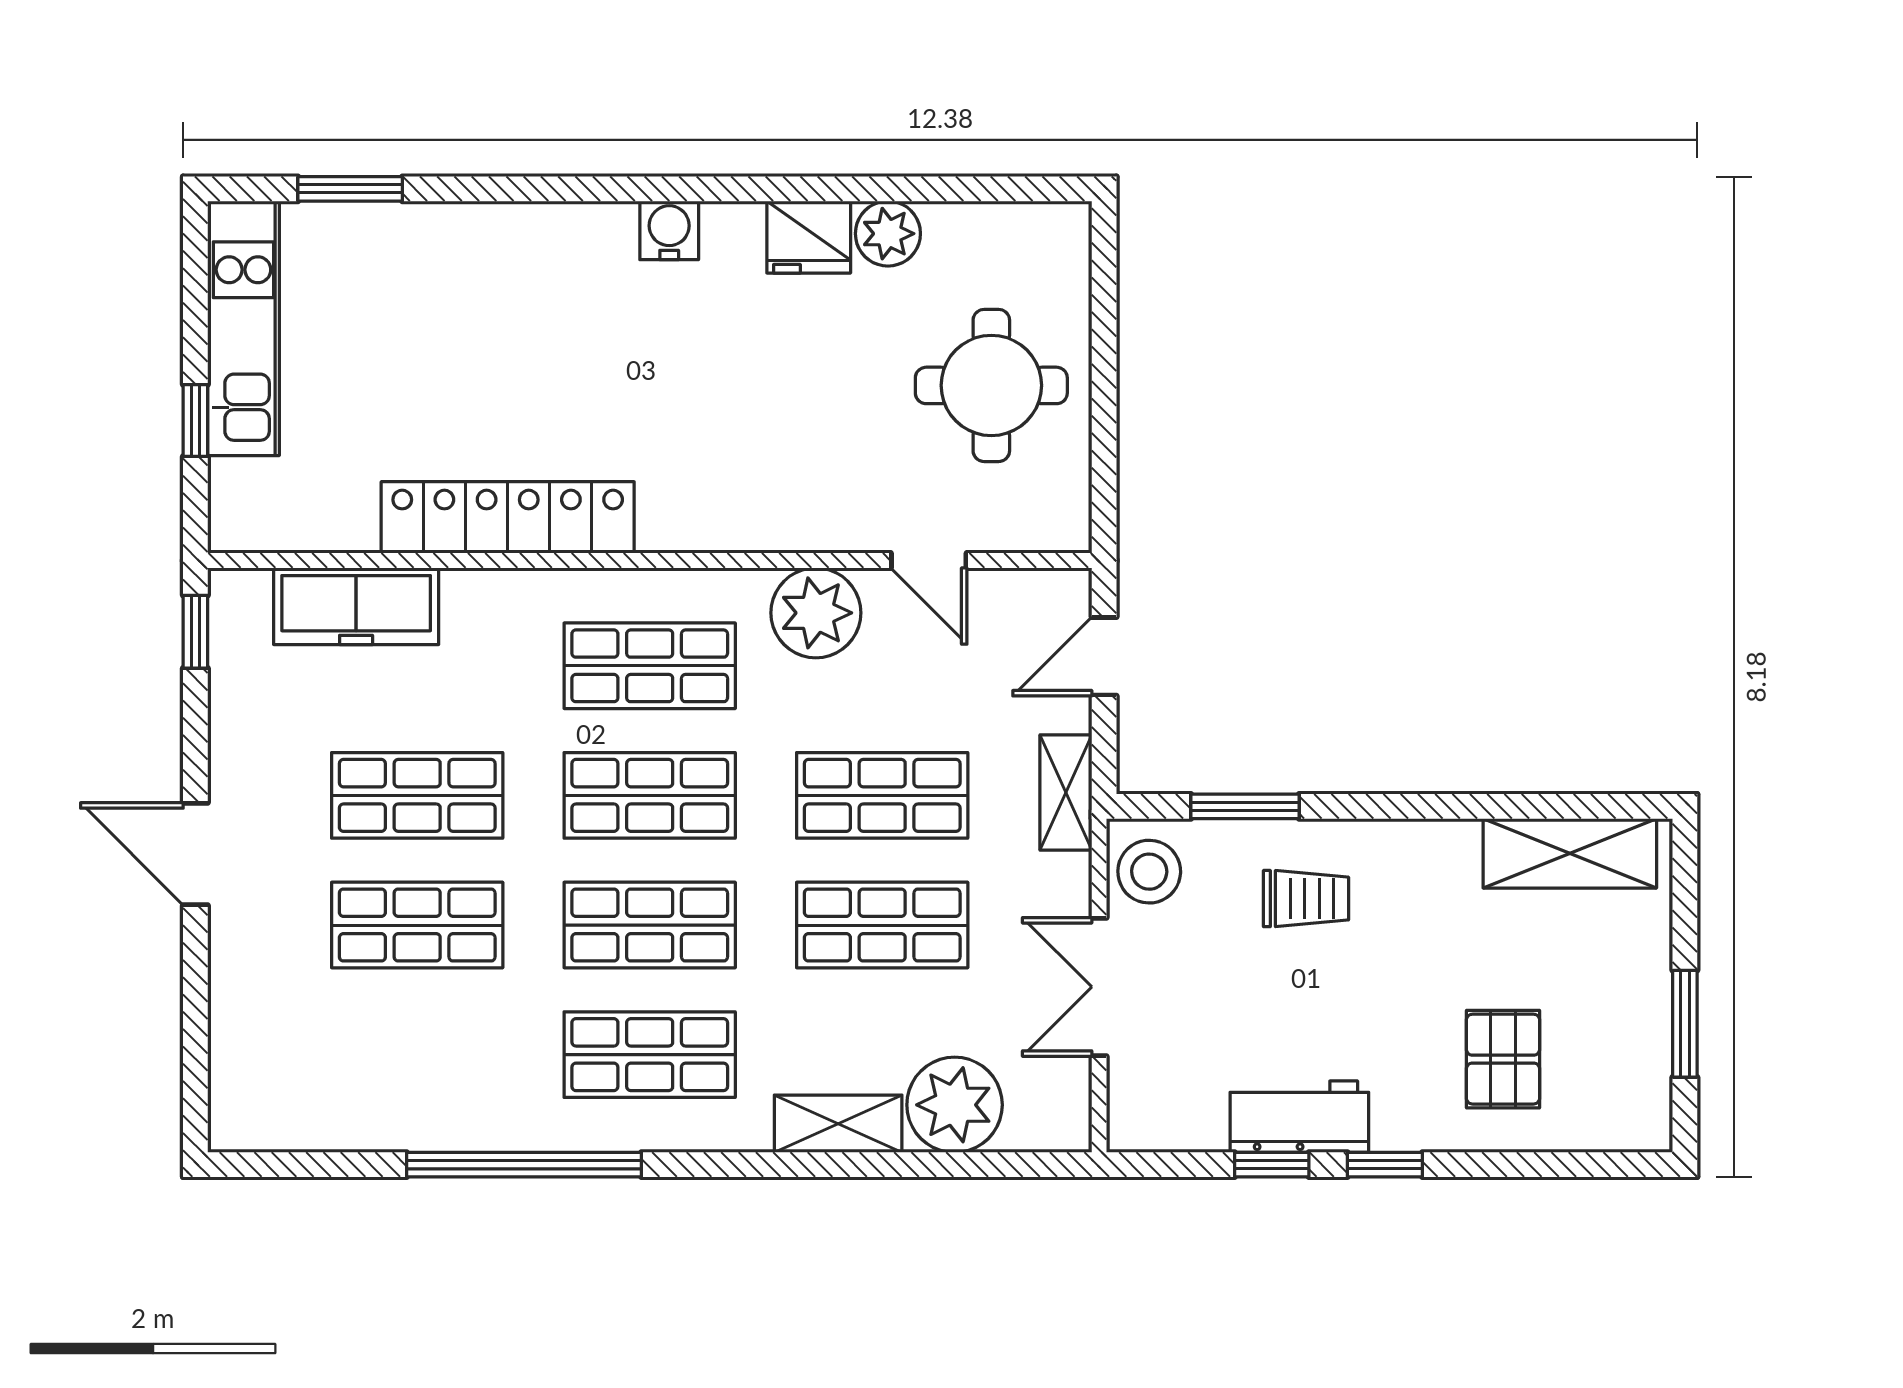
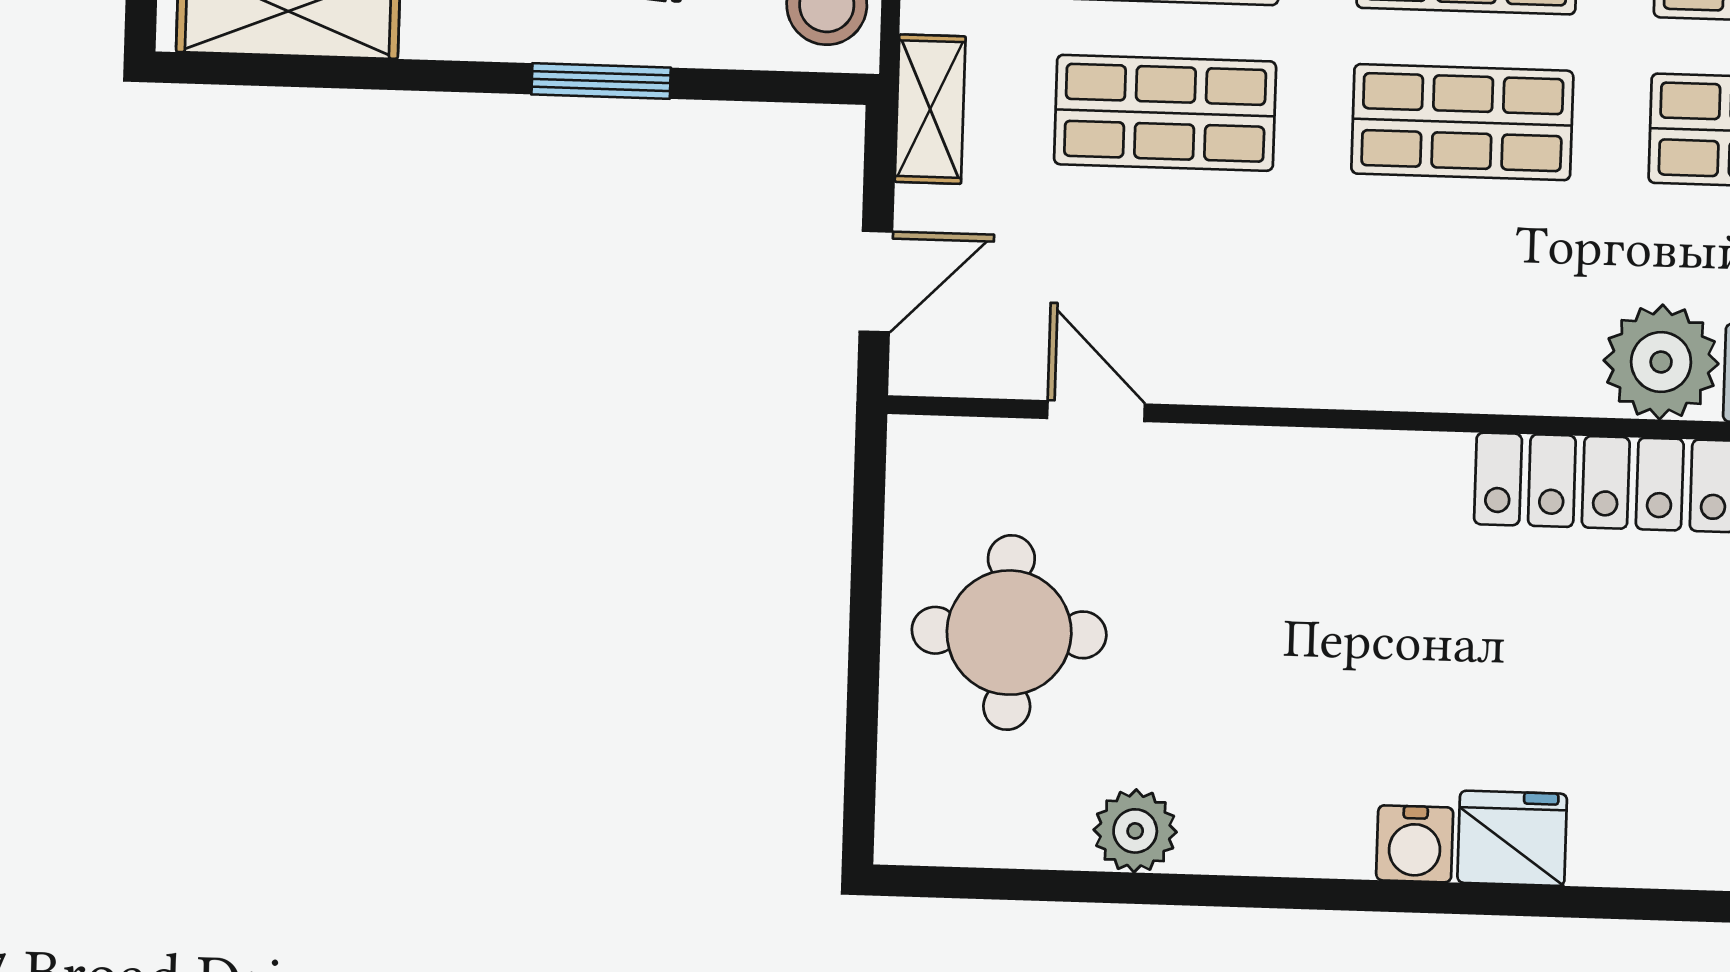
fridge: (809, 237) -> (1512, 838), moved
plant: (816, 613) -> (1661, 362), moved
shop shelf: (650, 666) -> (1457, 288), removed
window: (1245, 806) -> (601, 81), moved

